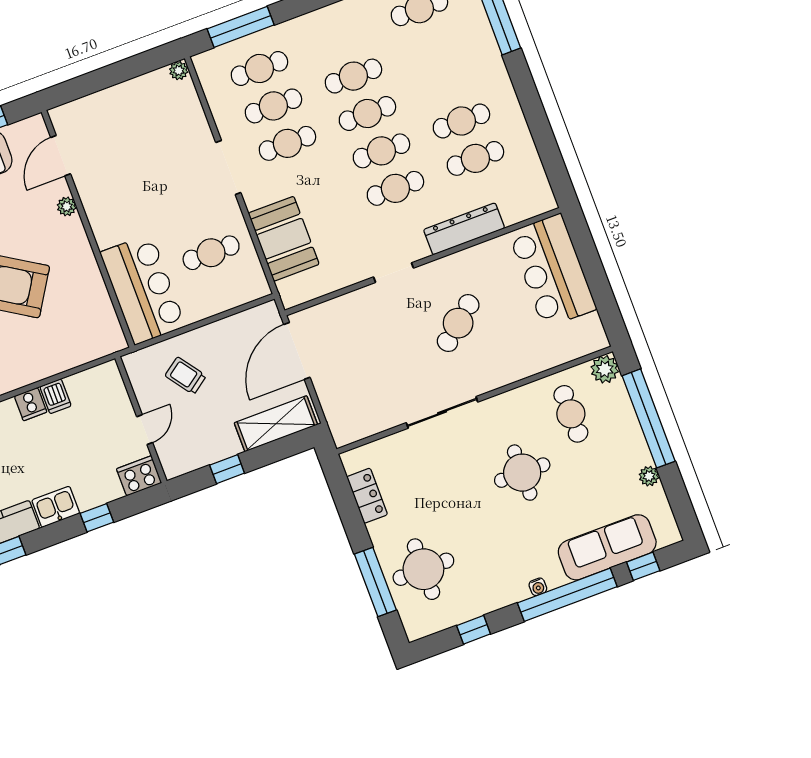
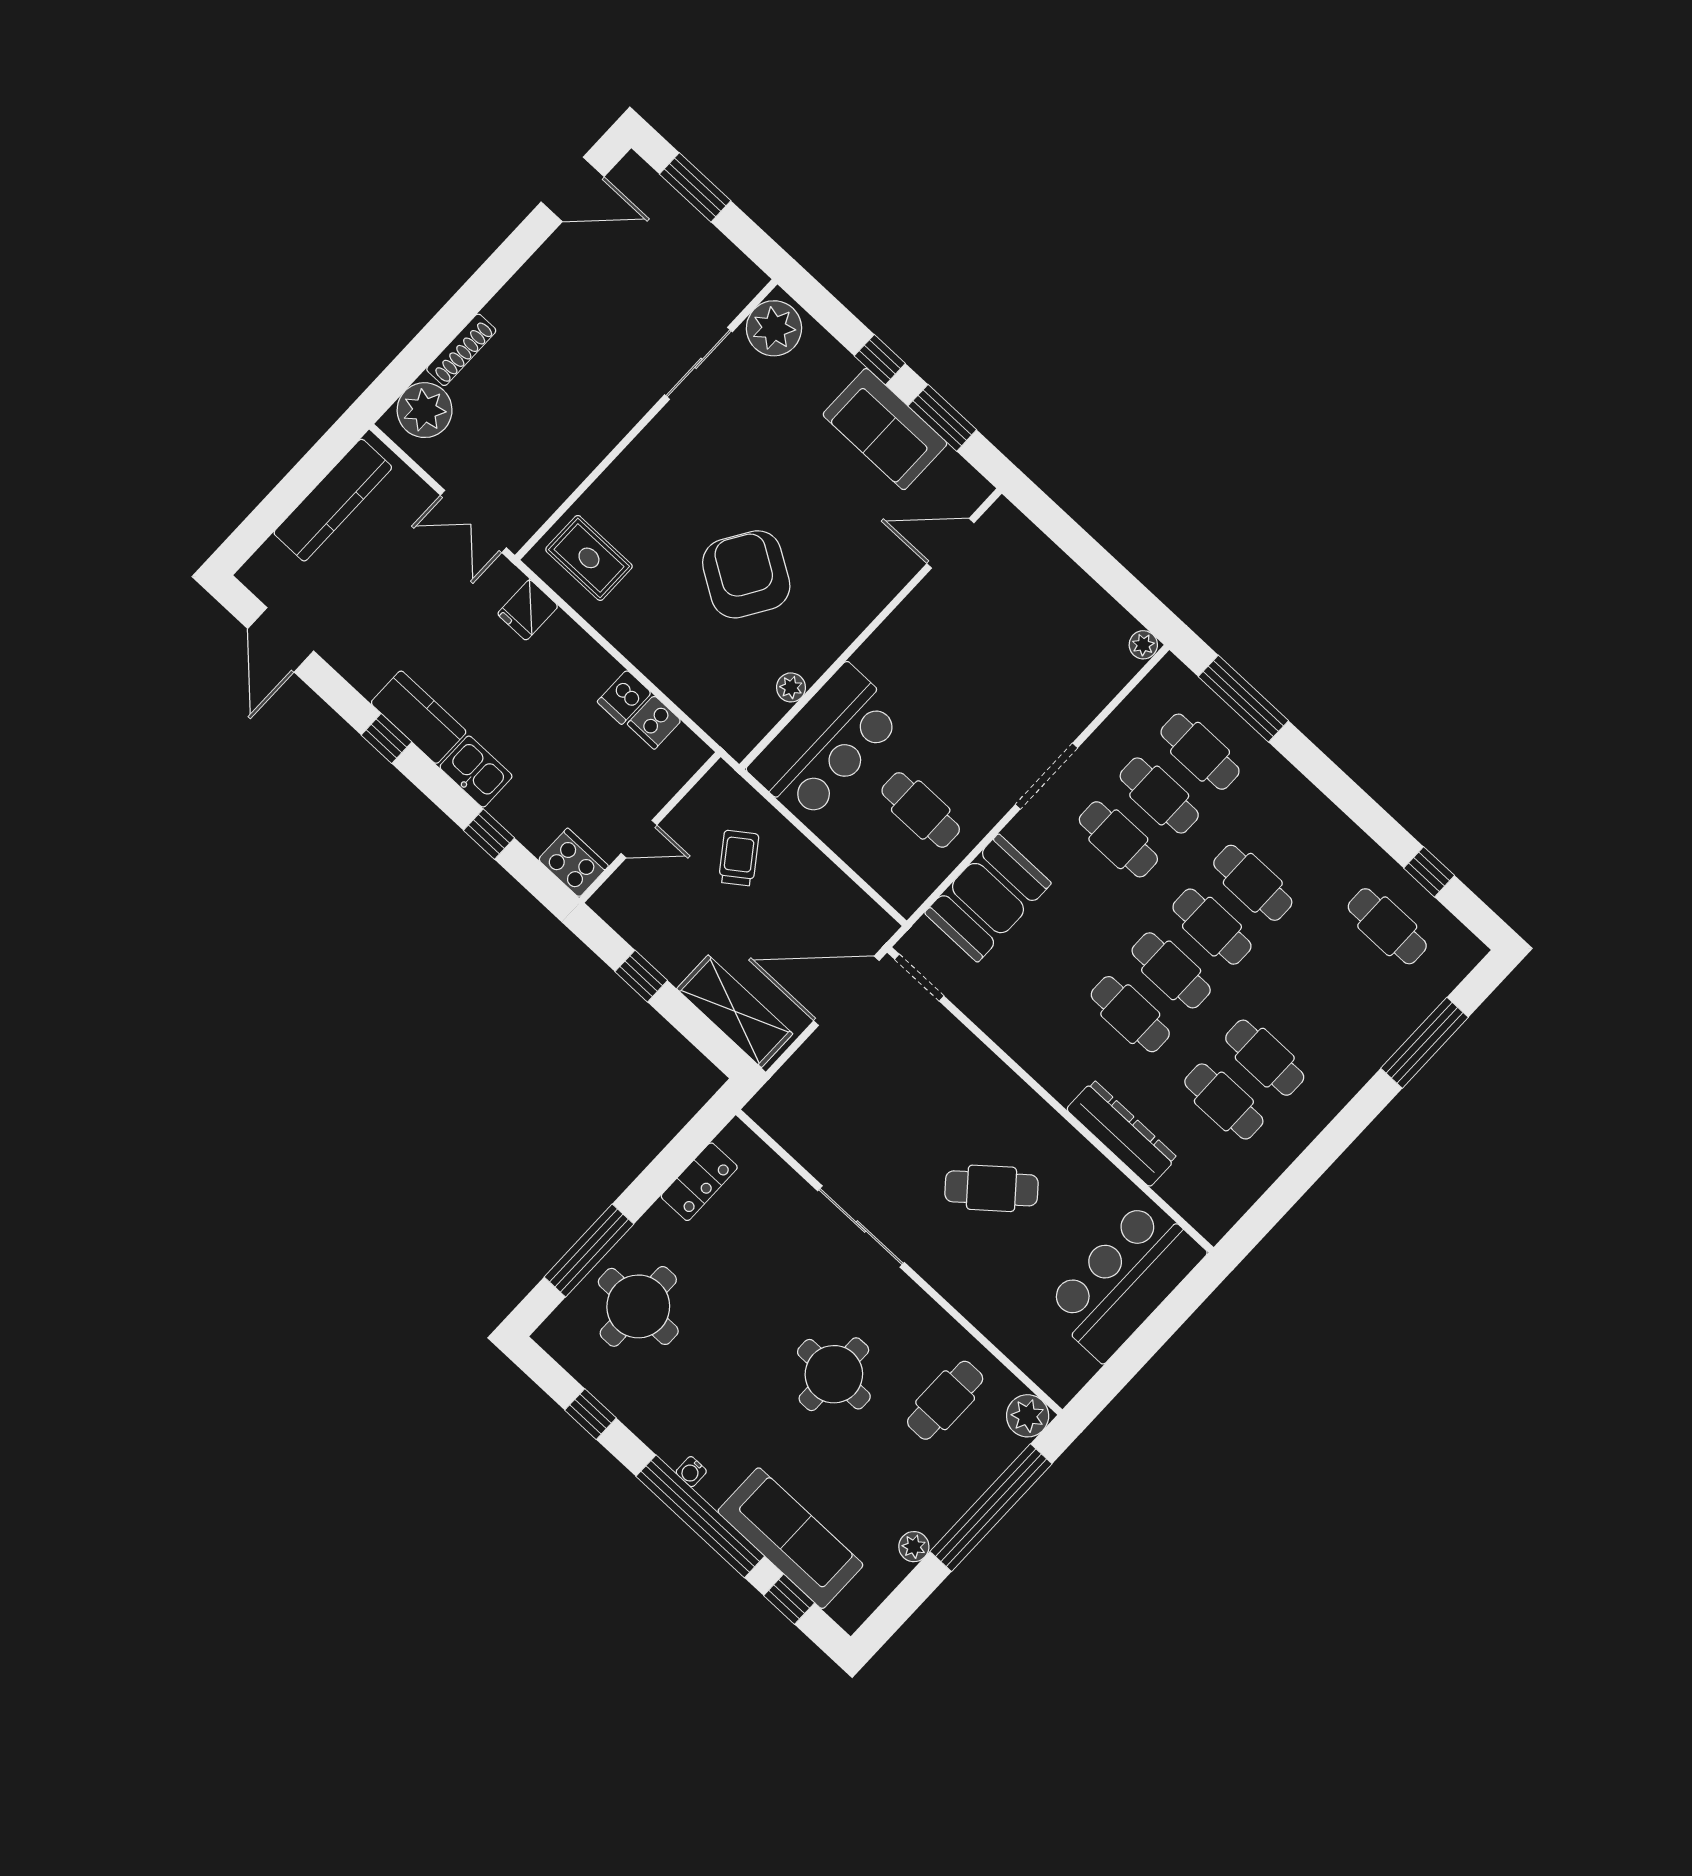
plant: (67, 206) -> (791, 687), moved
doorway: (394, 273) -> (919, 978), moved
cooker: (31, 404) -> (654, 722), moved

